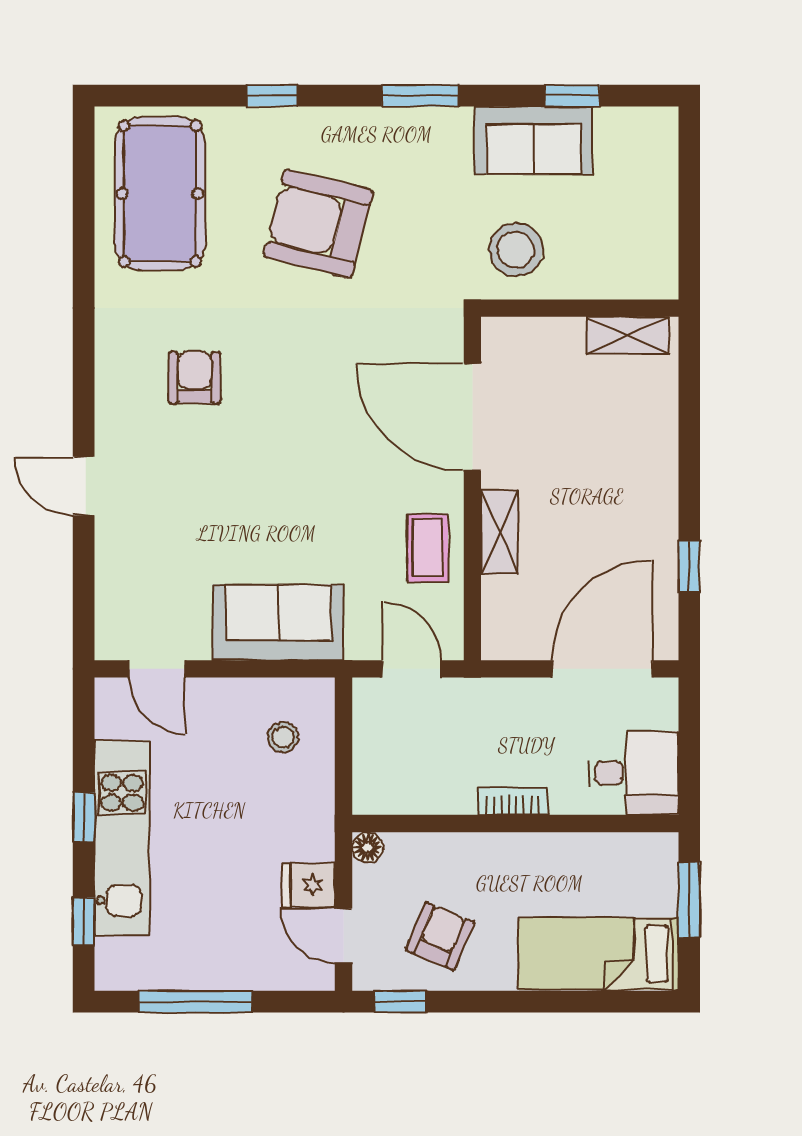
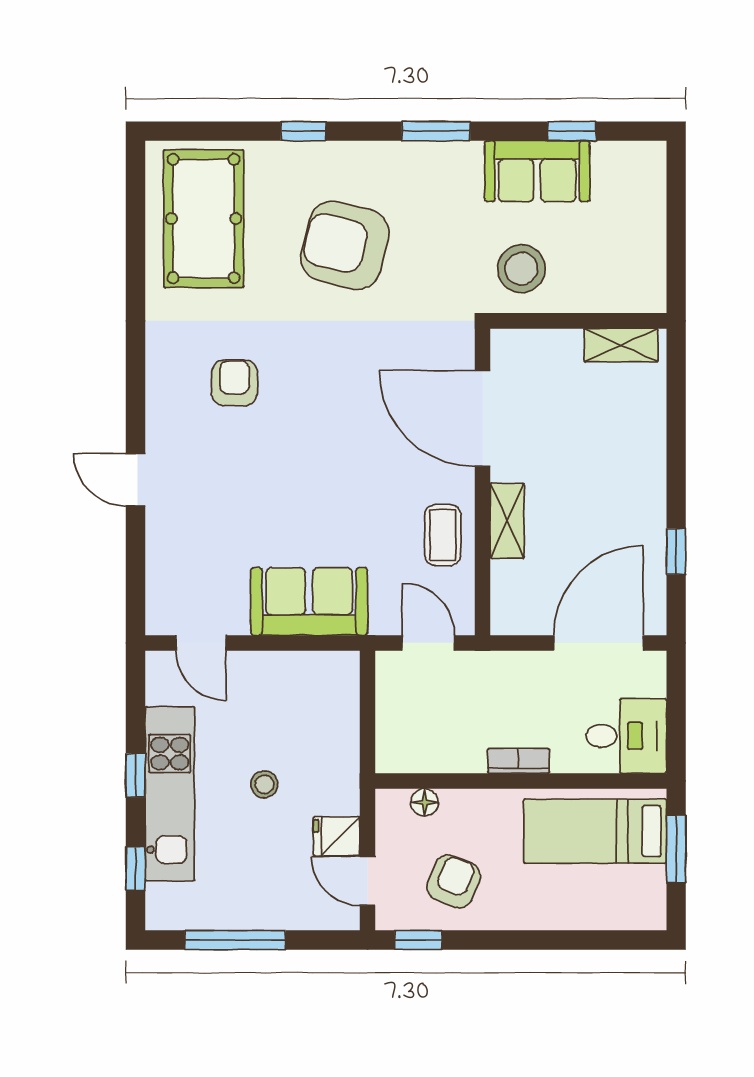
stool: (283, 737) -> (264, 784), moved
floor lamp: (367, 847) -> (425, 802), moved
bed: (598, 954) -> (595, 831), moved

